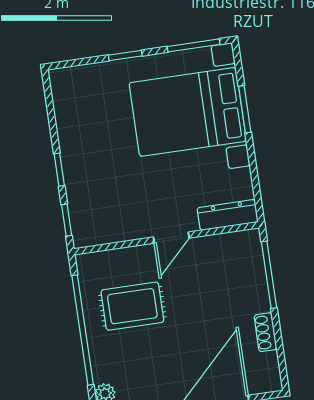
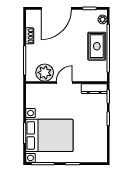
dresser: (228, 215) -> (94, 89), moved
plant: (219, 254) -> (45, 73), added
rug: (132, 306) -> (97, 46), moved, turned 90

